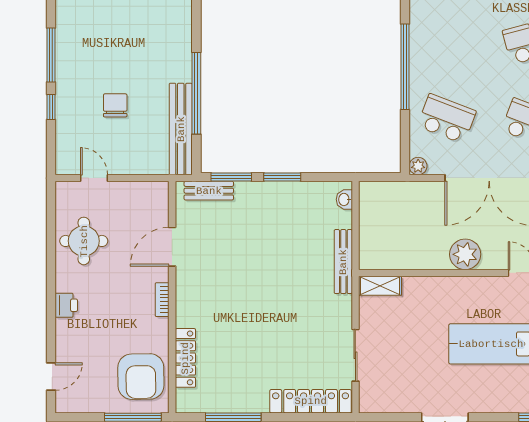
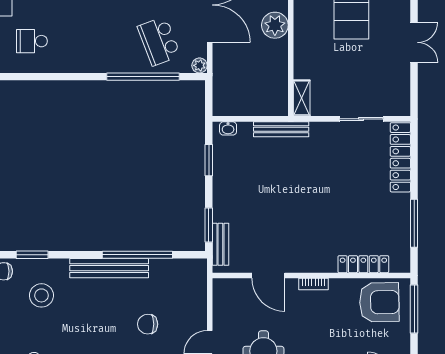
window: (405, 67) -> (143, 77), moved
school desk: (447, 119) -> (159, 41), turned -42
bench: (181, 129) -> (109, 268), moved
window: (282, 177) -> (209, 160), moved

